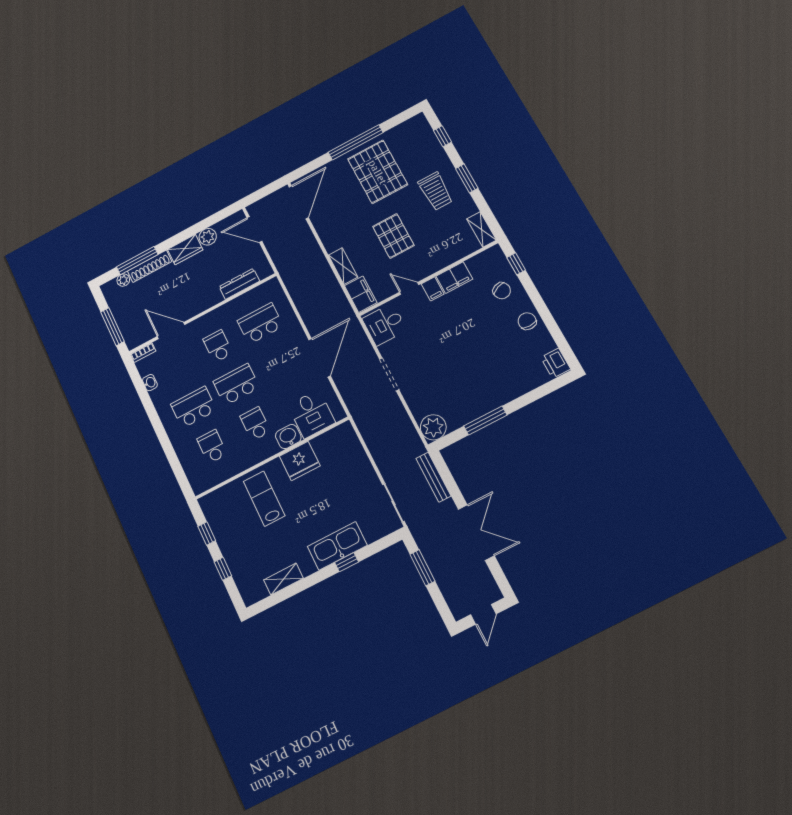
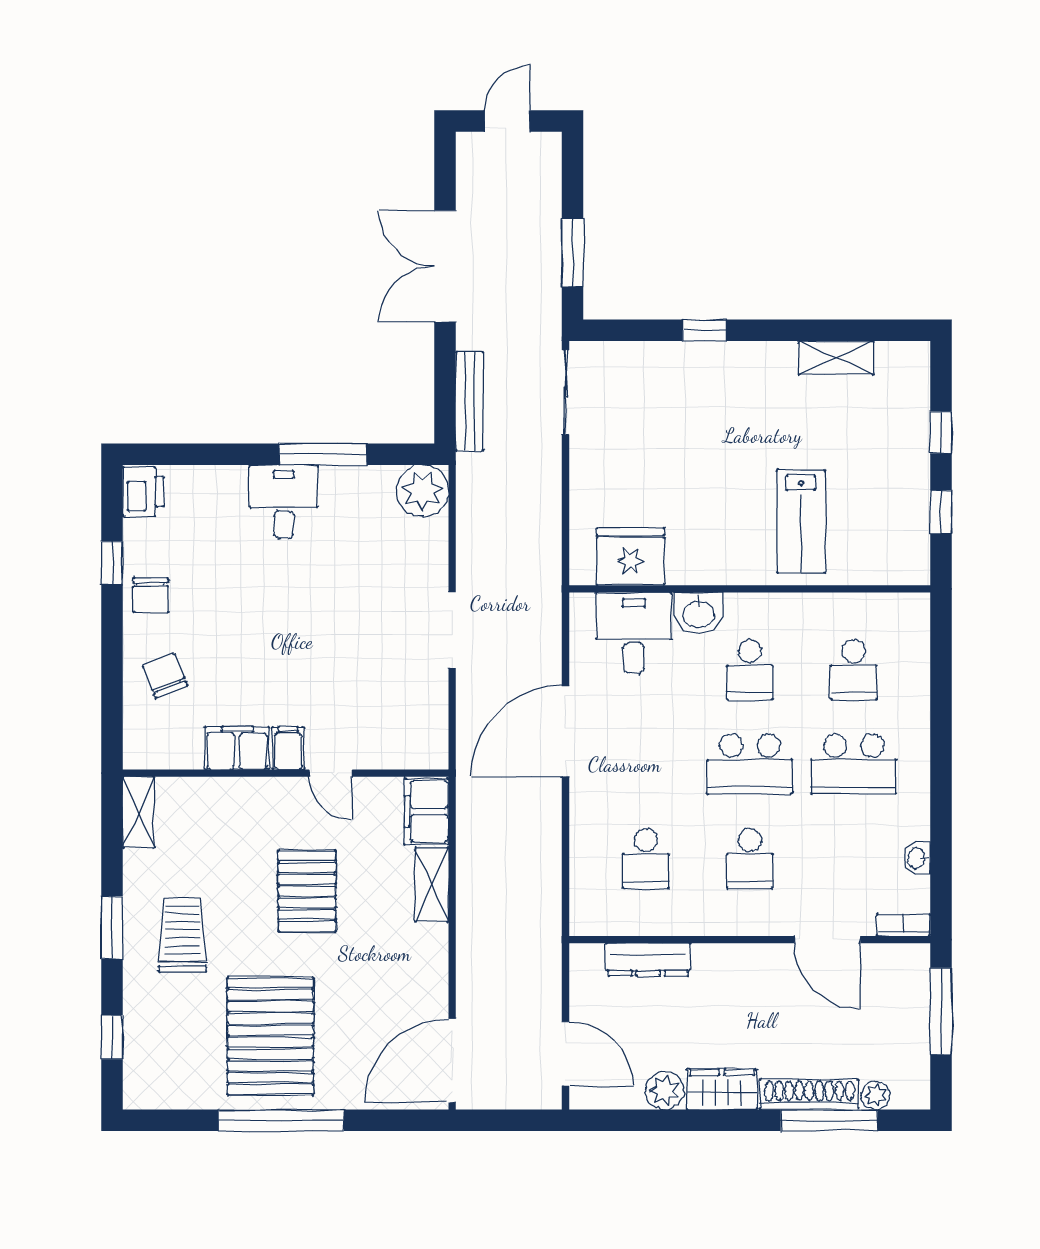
window: (516, 264) -> (112, 563), moved
school desk: (260, 323) -> (646, 859), width x0.54
desk: (385, 324) -> (284, 502), moved, turned -90
fridge: (300, 461) -> (630, 557), moved
kitchen sink: (337, 546) -> (707, 367), removed

